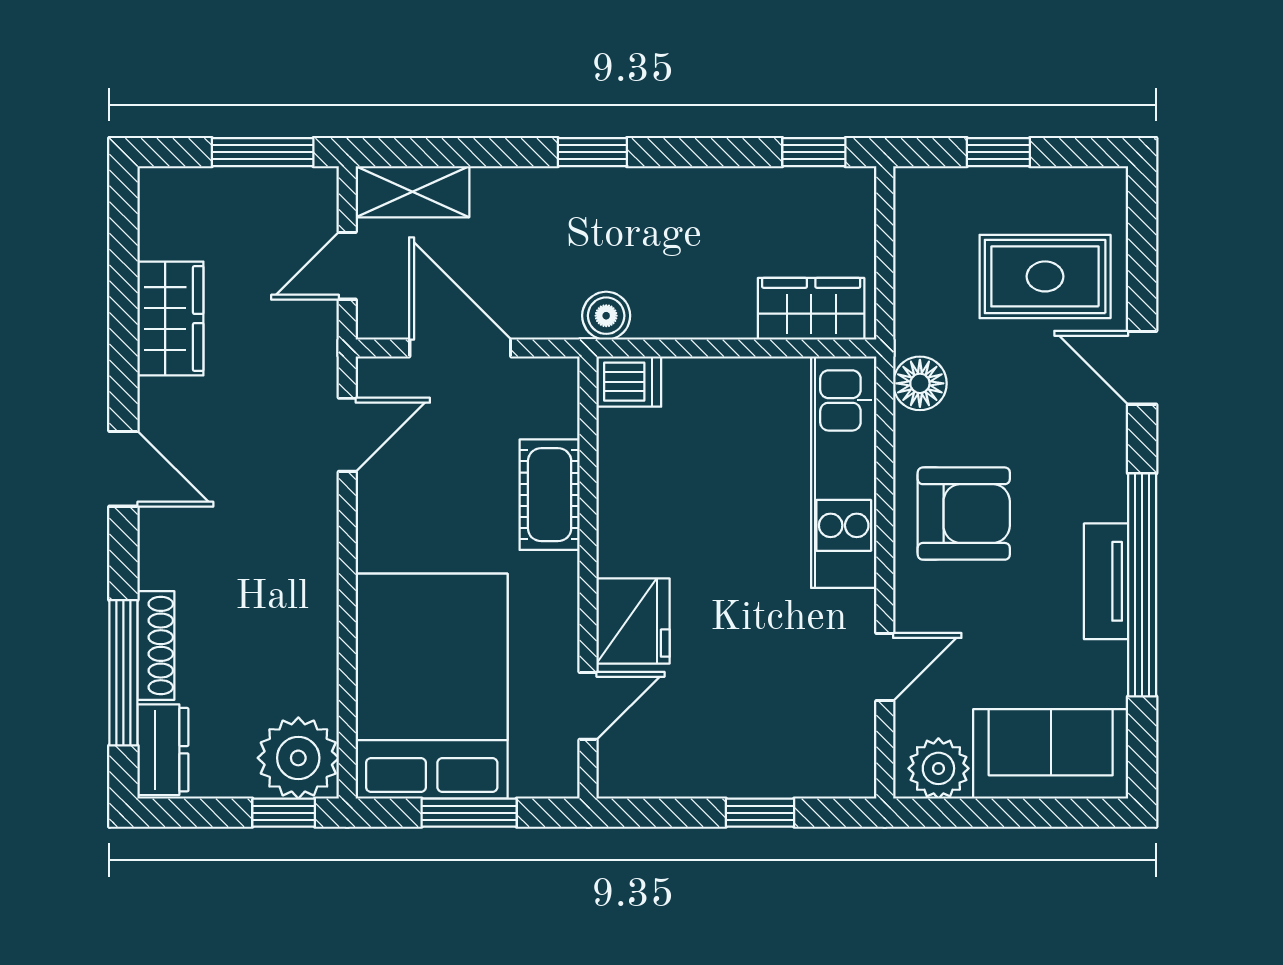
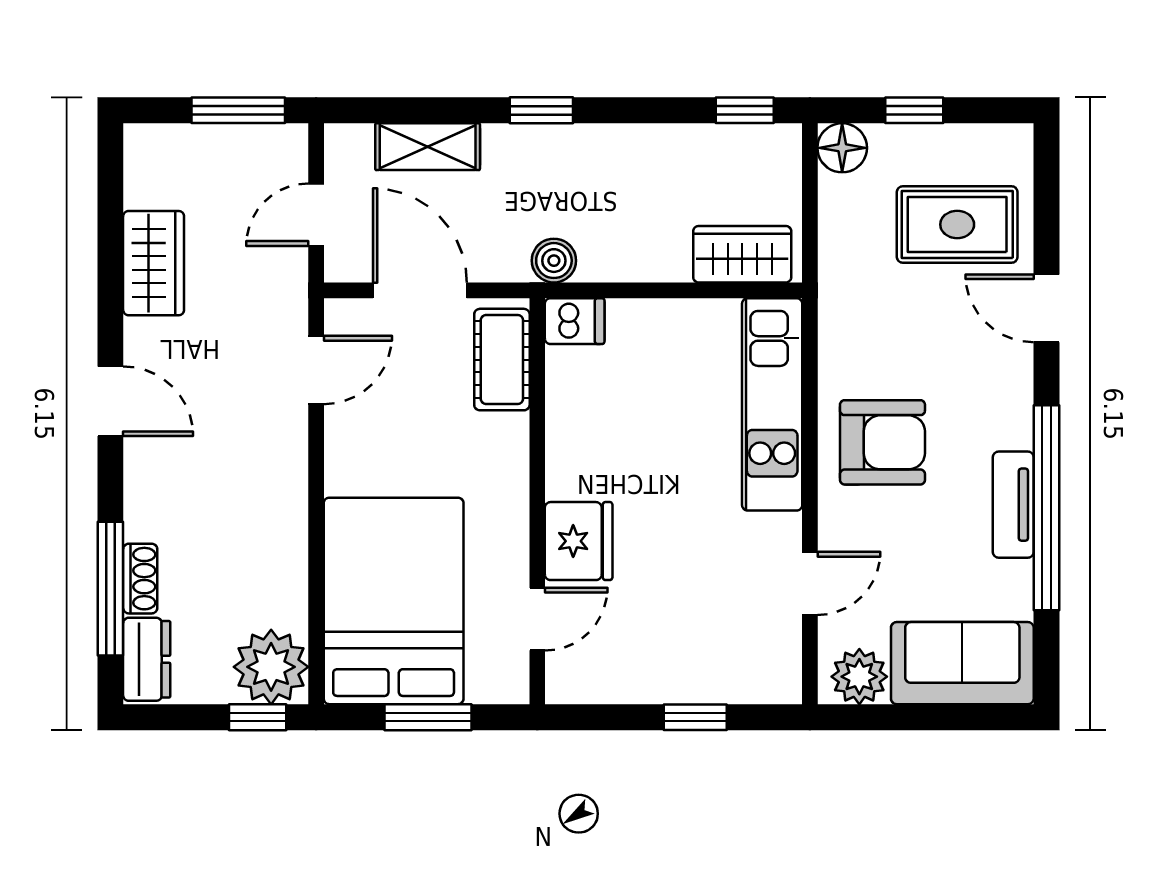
shelving: (413, 192) -> (428, 147), moved
floor lamp: (920, 383) -> (842, 148), moved
cot: (550, 495) -> (502, 360), moved
shoe rack: (156, 646) -> (140, 579), width x0.70

